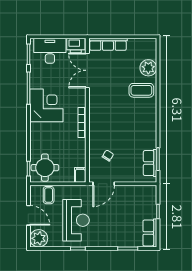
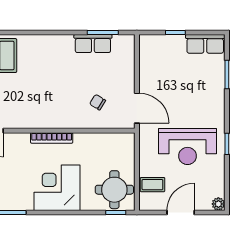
corner desk: (46, 105) -> (57, 188), moved
row of seats: (150, 163) -> (93, 44), moved
filing cabinet: (80, 175) -> (124, 140), removed
reception desk: (76, 220) -> (187, 146), turned 180
plant: (39, 238) -> (218, 204), width x0.53, depth x0.53

